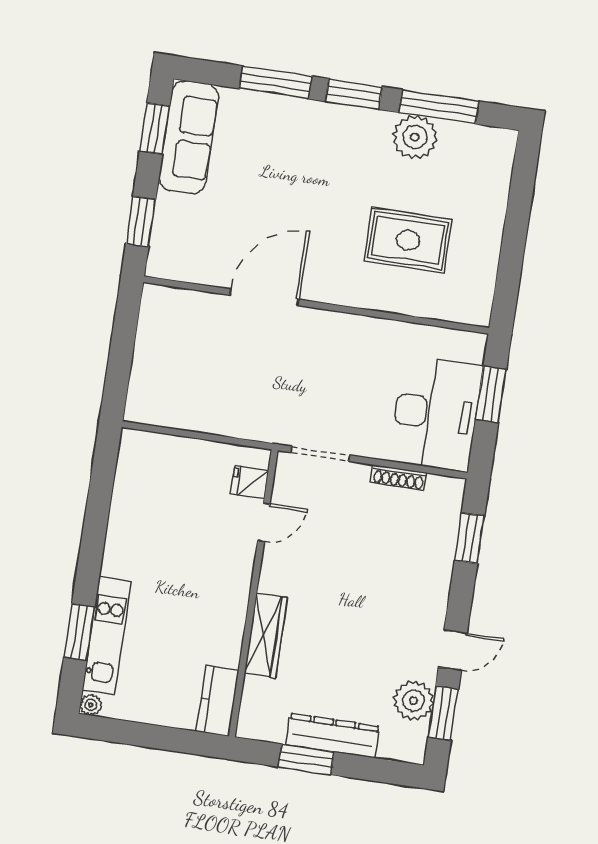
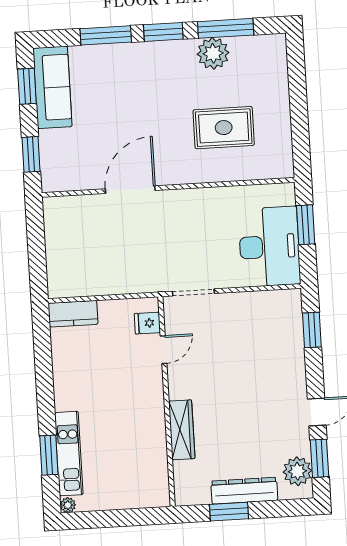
shoe rack: (399, 478) -> (253, 298), removed
kitchen counter: (217, 701) -> (73, 314), moved, turned -90
plant: (413, 701) -> (297, 471), moved

